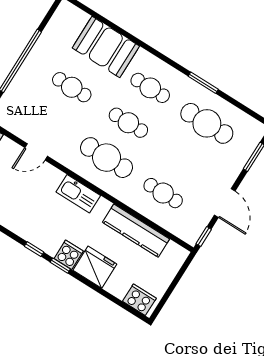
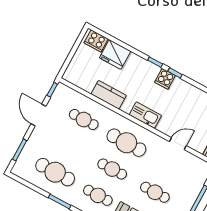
kitchen counter: (136, 231) -> (109, 95), width x0.67
cooker: (69, 255) -> (165, 79), moved
fridge: (95, 267) -> (115, 54), moved

